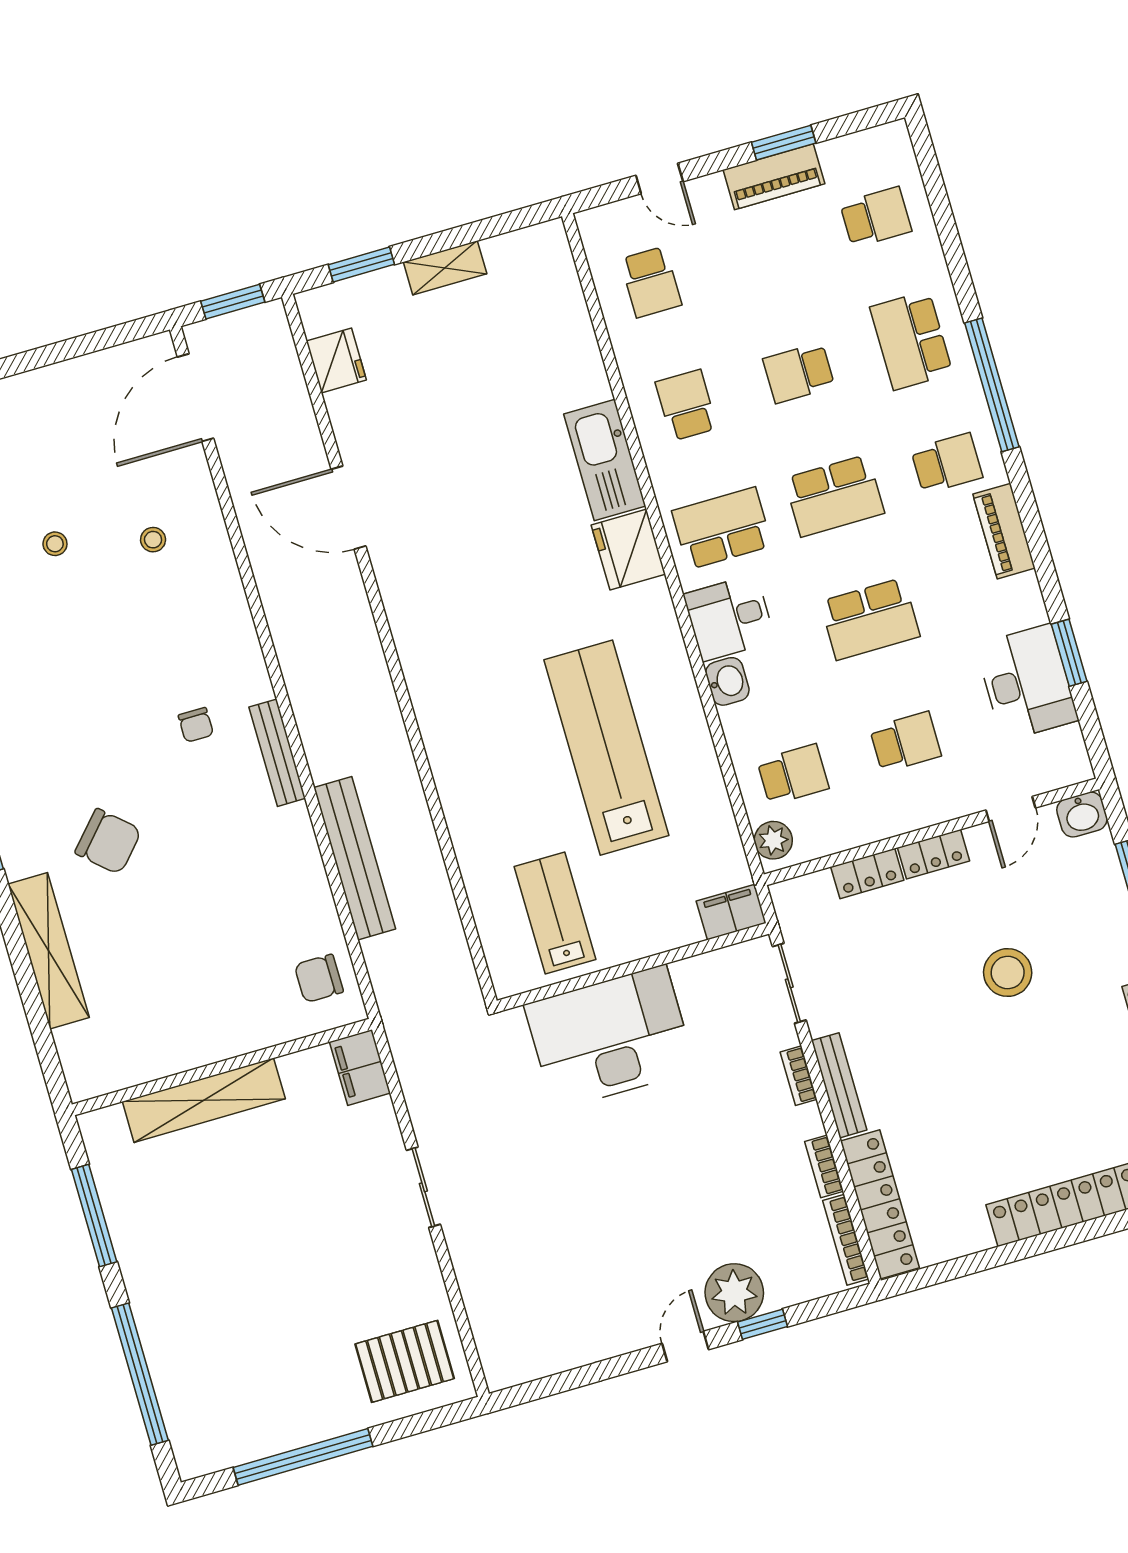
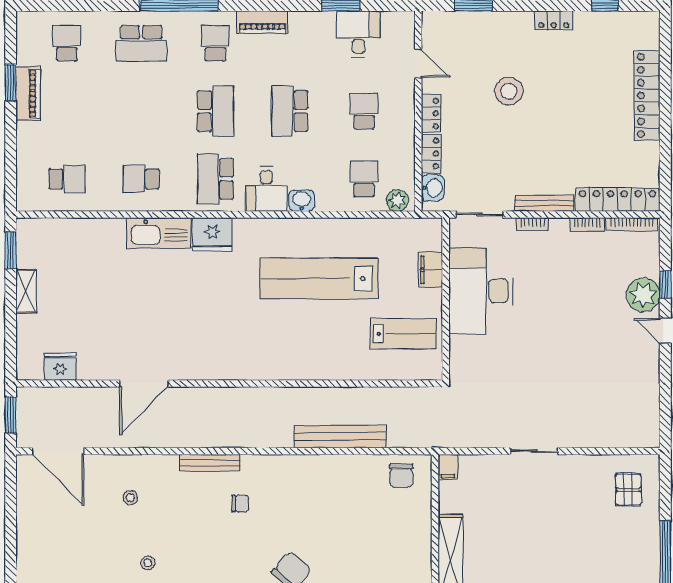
door: (659, 178) -> (11, 157), removed
window: (361, 265) -> (11, 250), moved
school desk: (799, 373) -> (141, 111), removed
stool: (55, 544) -> (148, 563), moved
school desk: (870, 619) -> (290, 111), turned 180
desk: (1027, 683) -> (358, 34), width x0.73
bench: (277, 753) -> (210, 463), moved
washbasin: (1082, 815) -> (433, 188), moved
filing cabinet: (731, 912) -> (431, 270), moved
lab bench: (555, 913) -> (403, 334), turned 180
desk: (610, 1037) -> (481, 291), moved
filing cabinet: (360, 1067) -> (448, 467), width x0.50
pallet: (405, 1361) -> (628, 490), width x0.67, depth x0.71

